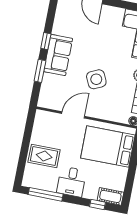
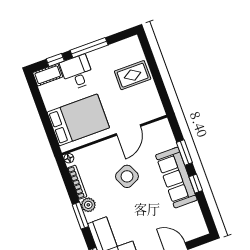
sofa: (58, 55) -> (176, 178), width x1.36
desk: (72, 182) -> (77, 72), moved
window: (46, 194) -> (89, 48), moved

